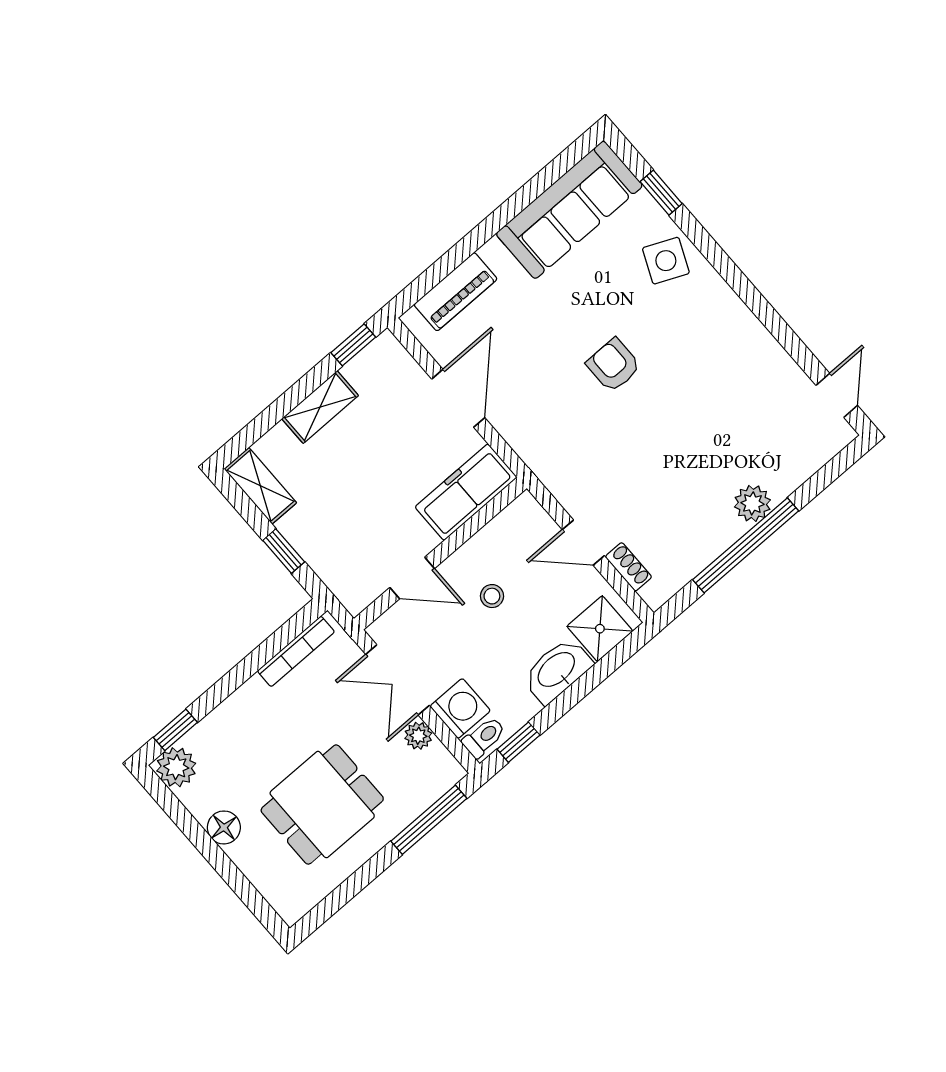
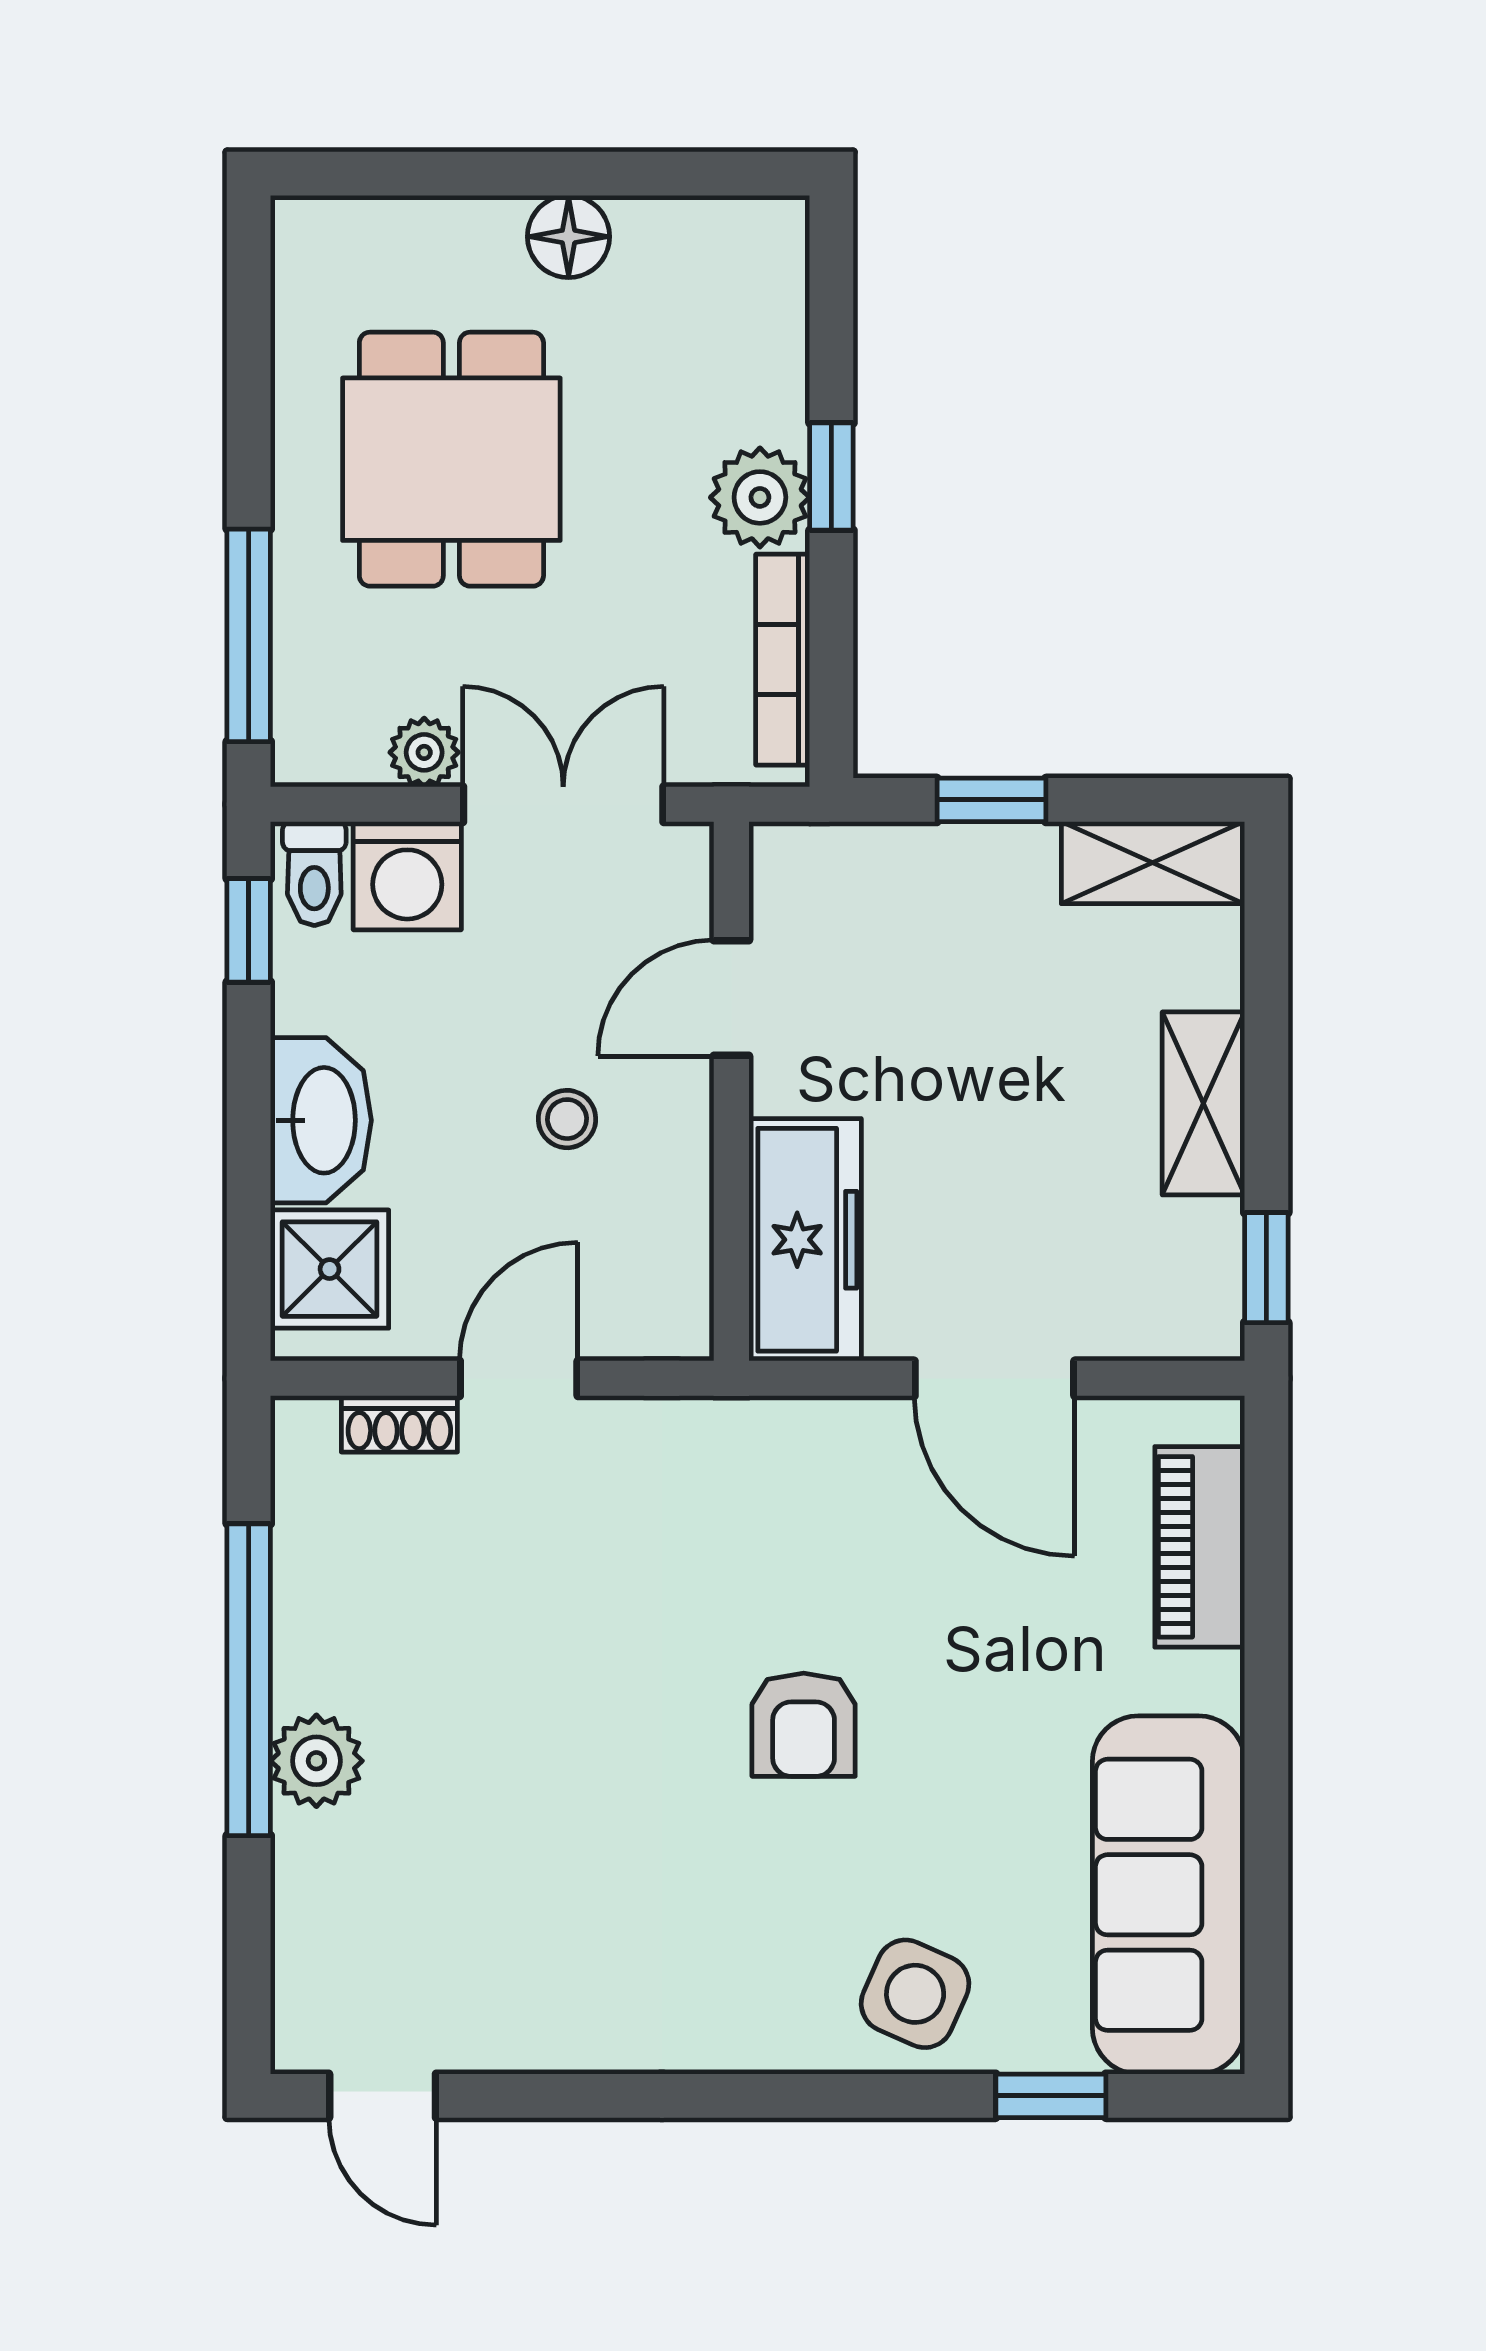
armchair: (614, 365) -> (804, 1725), turned 90
window: (175, 730) -> (831, 477), moved
plant: (176, 767) -> (760, 497), moved

